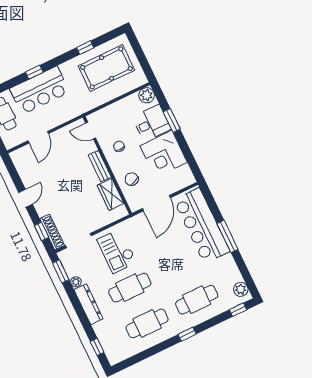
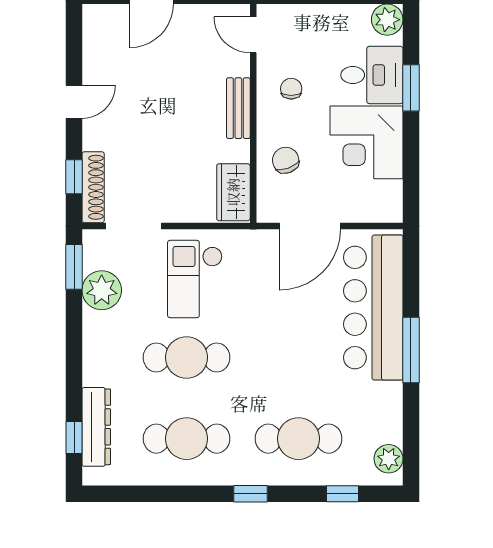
wardrobe: (111, 194) -> (233, 192), moved
plant: (76, 282) -> (102, 290), width x1.87, depth x1.87
dresser: (89, 304) -> (96, 427), moved
window: (238, 310) -> (343, 494), moved

